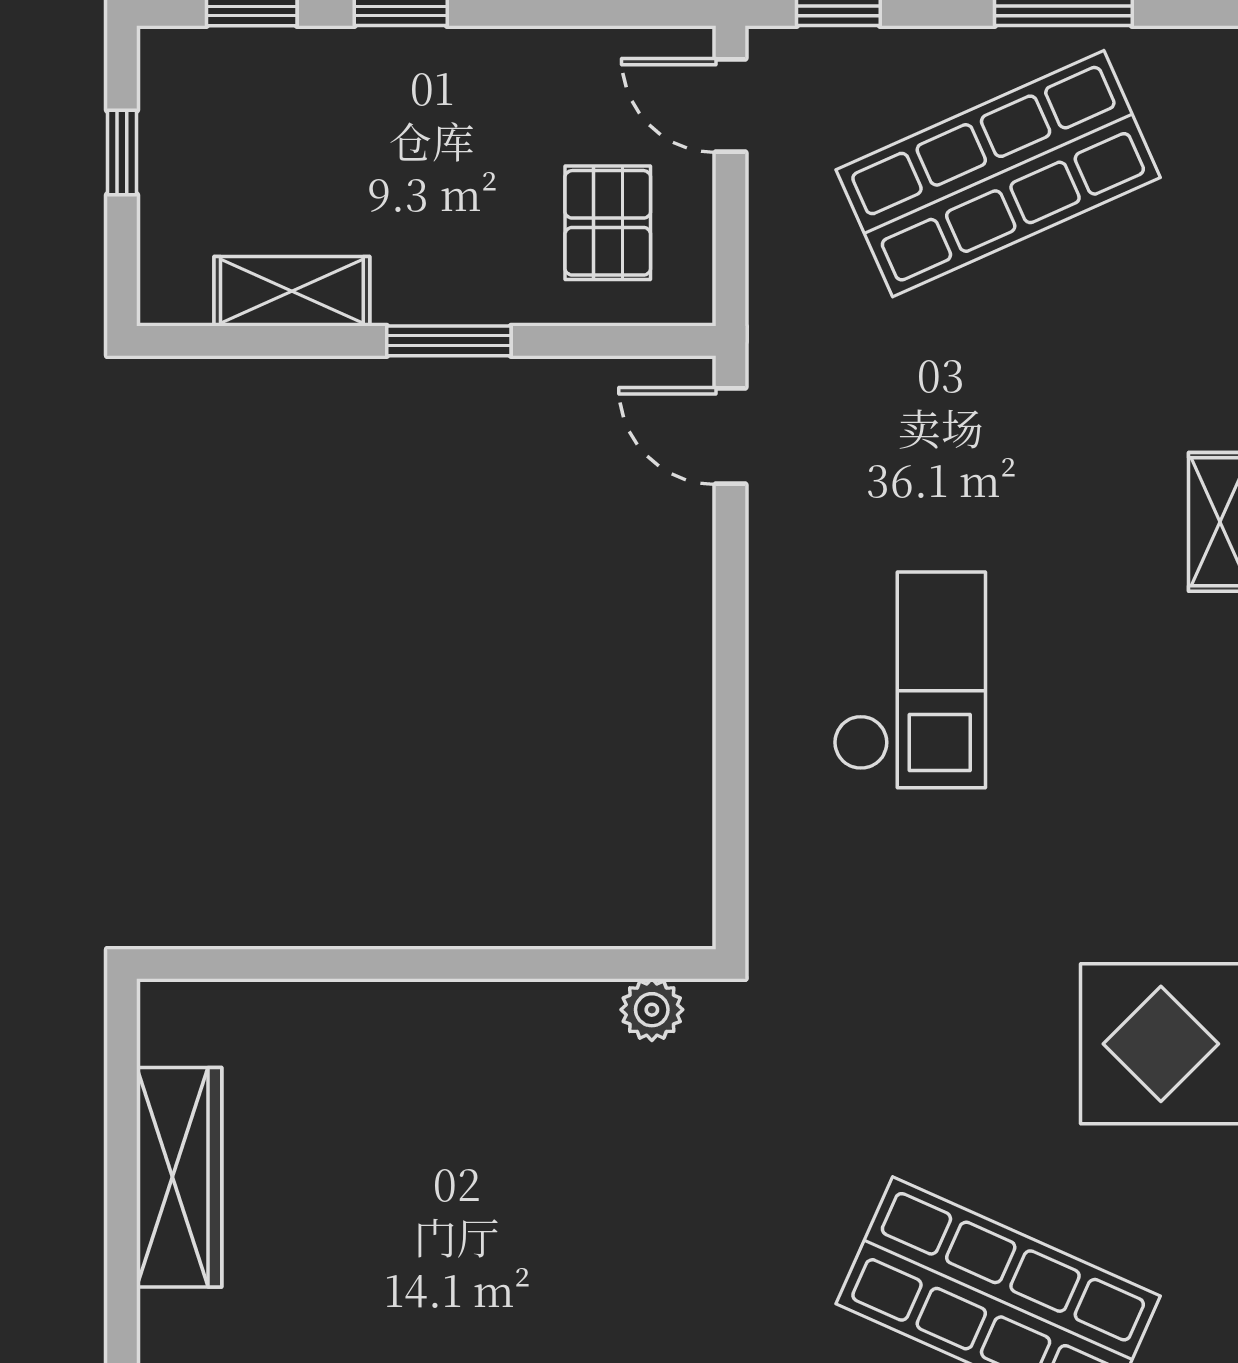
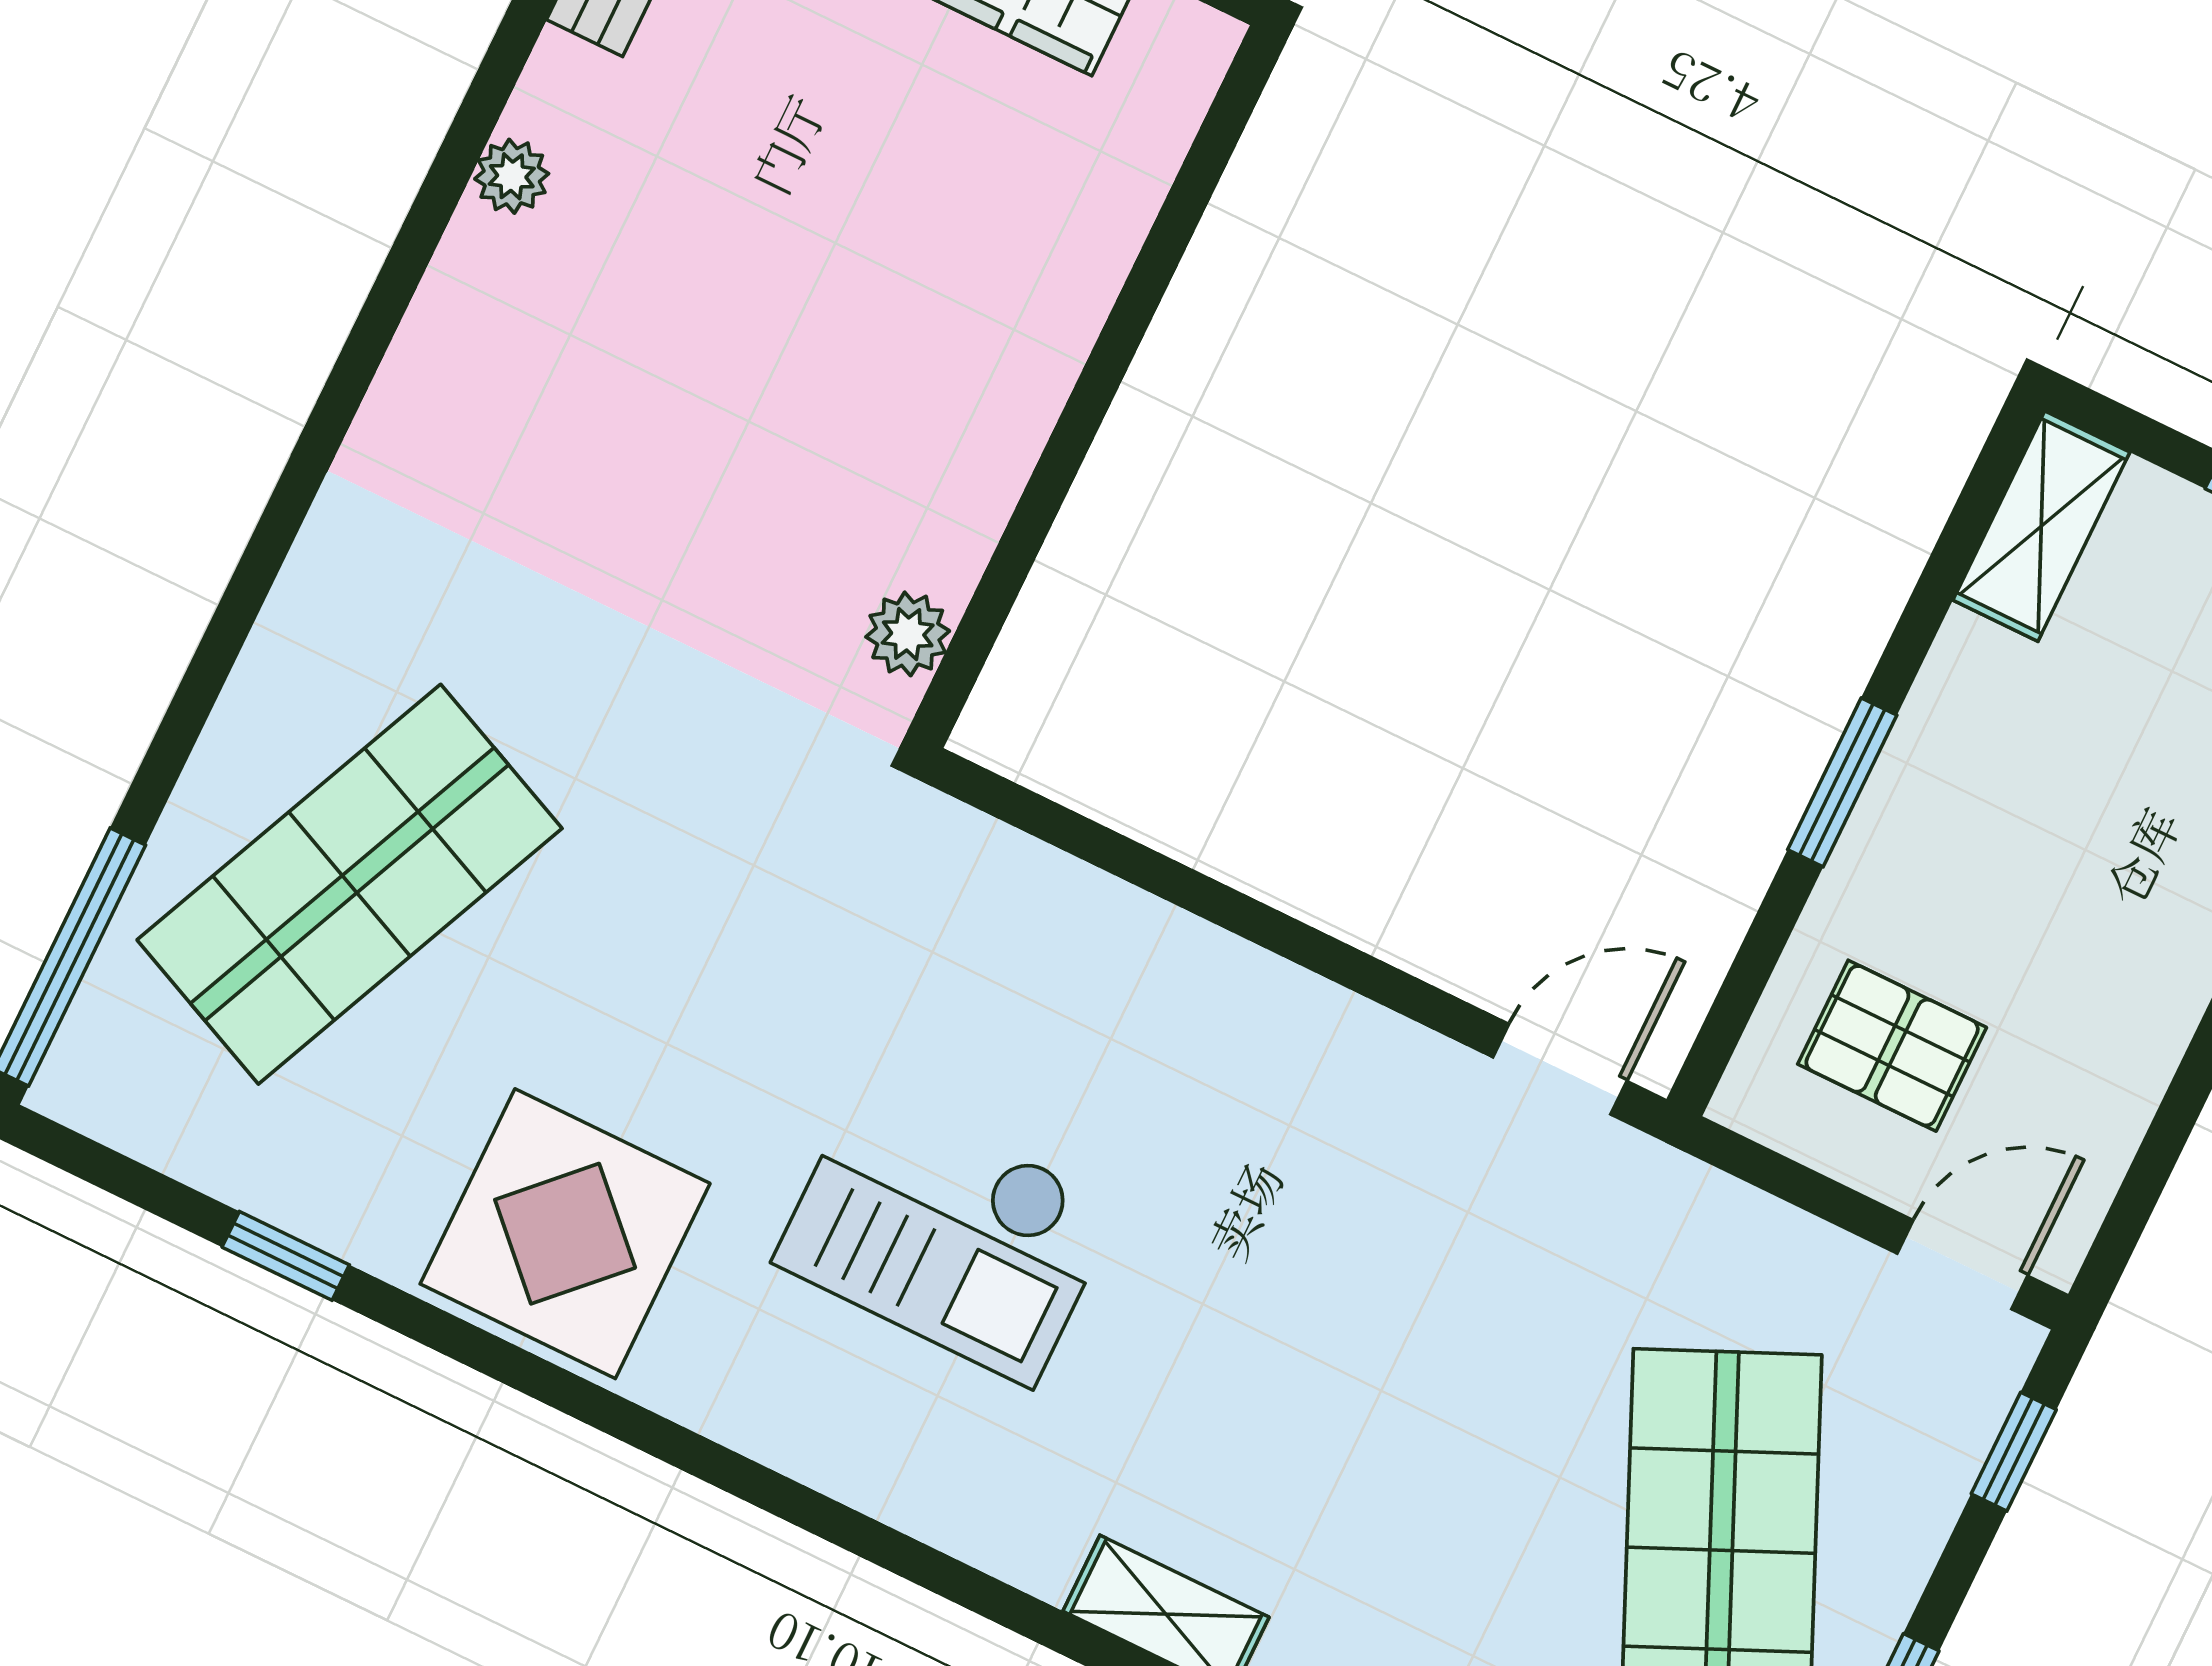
shelving: (292, 291) -> (2041, 526), moved
checkout: (909, 680) -> (946, 1234), moved

